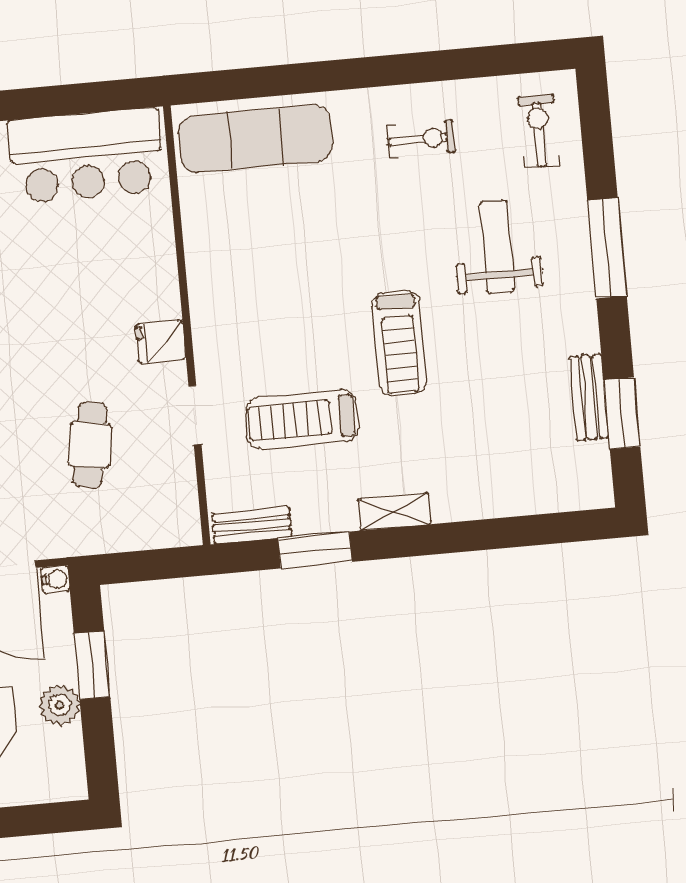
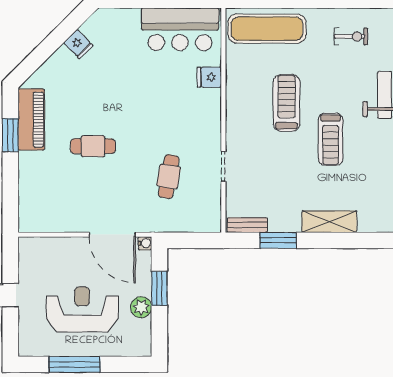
fridge: (161, 342) -> (209, 77), moved
treadmill: (302, 419) -> (287, 103), moved, turned 90
shelving: (394, 511) -> (329, 222), width x1.50, depth x1.33

